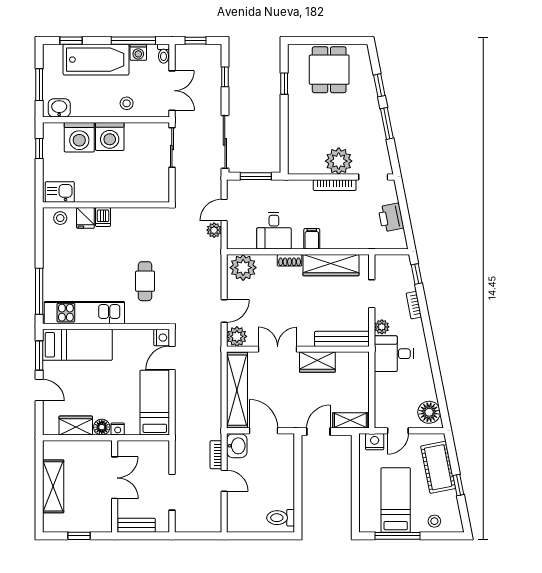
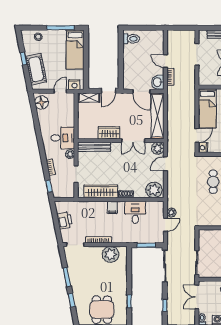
plant: (339, 161) -> (111, 254), moved
bed: (396, 500) -> (75, 49), moved

